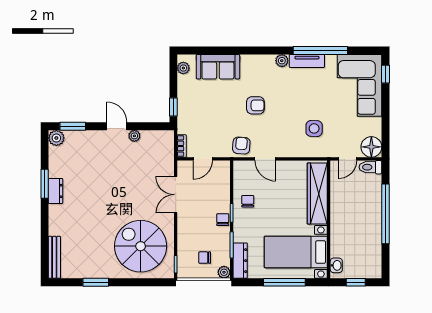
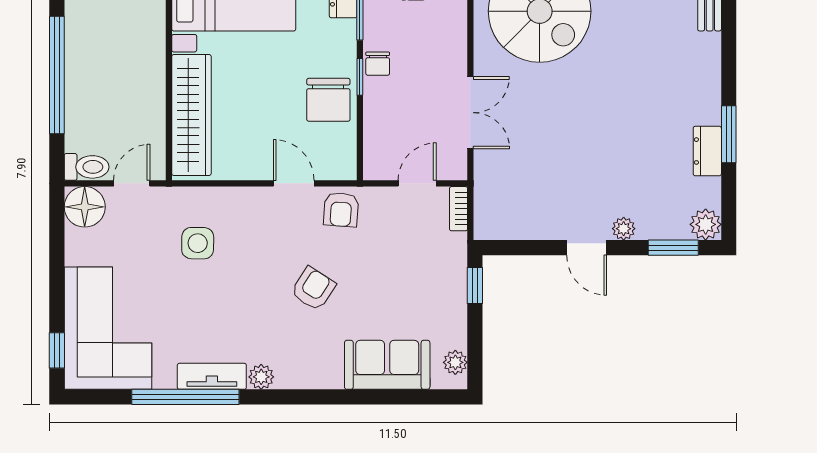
armchair: (255, 105) -> (313, 289), turned 123
plant: (134, 136) -> (624, 229), moved
dresser: (55, 191) -> (707, 151), moved
chair: (248, 201) -> (328, 100), width x1.87, depth x1.87

